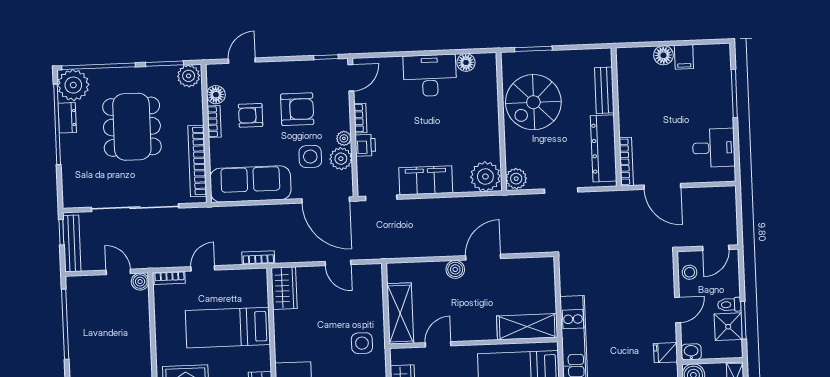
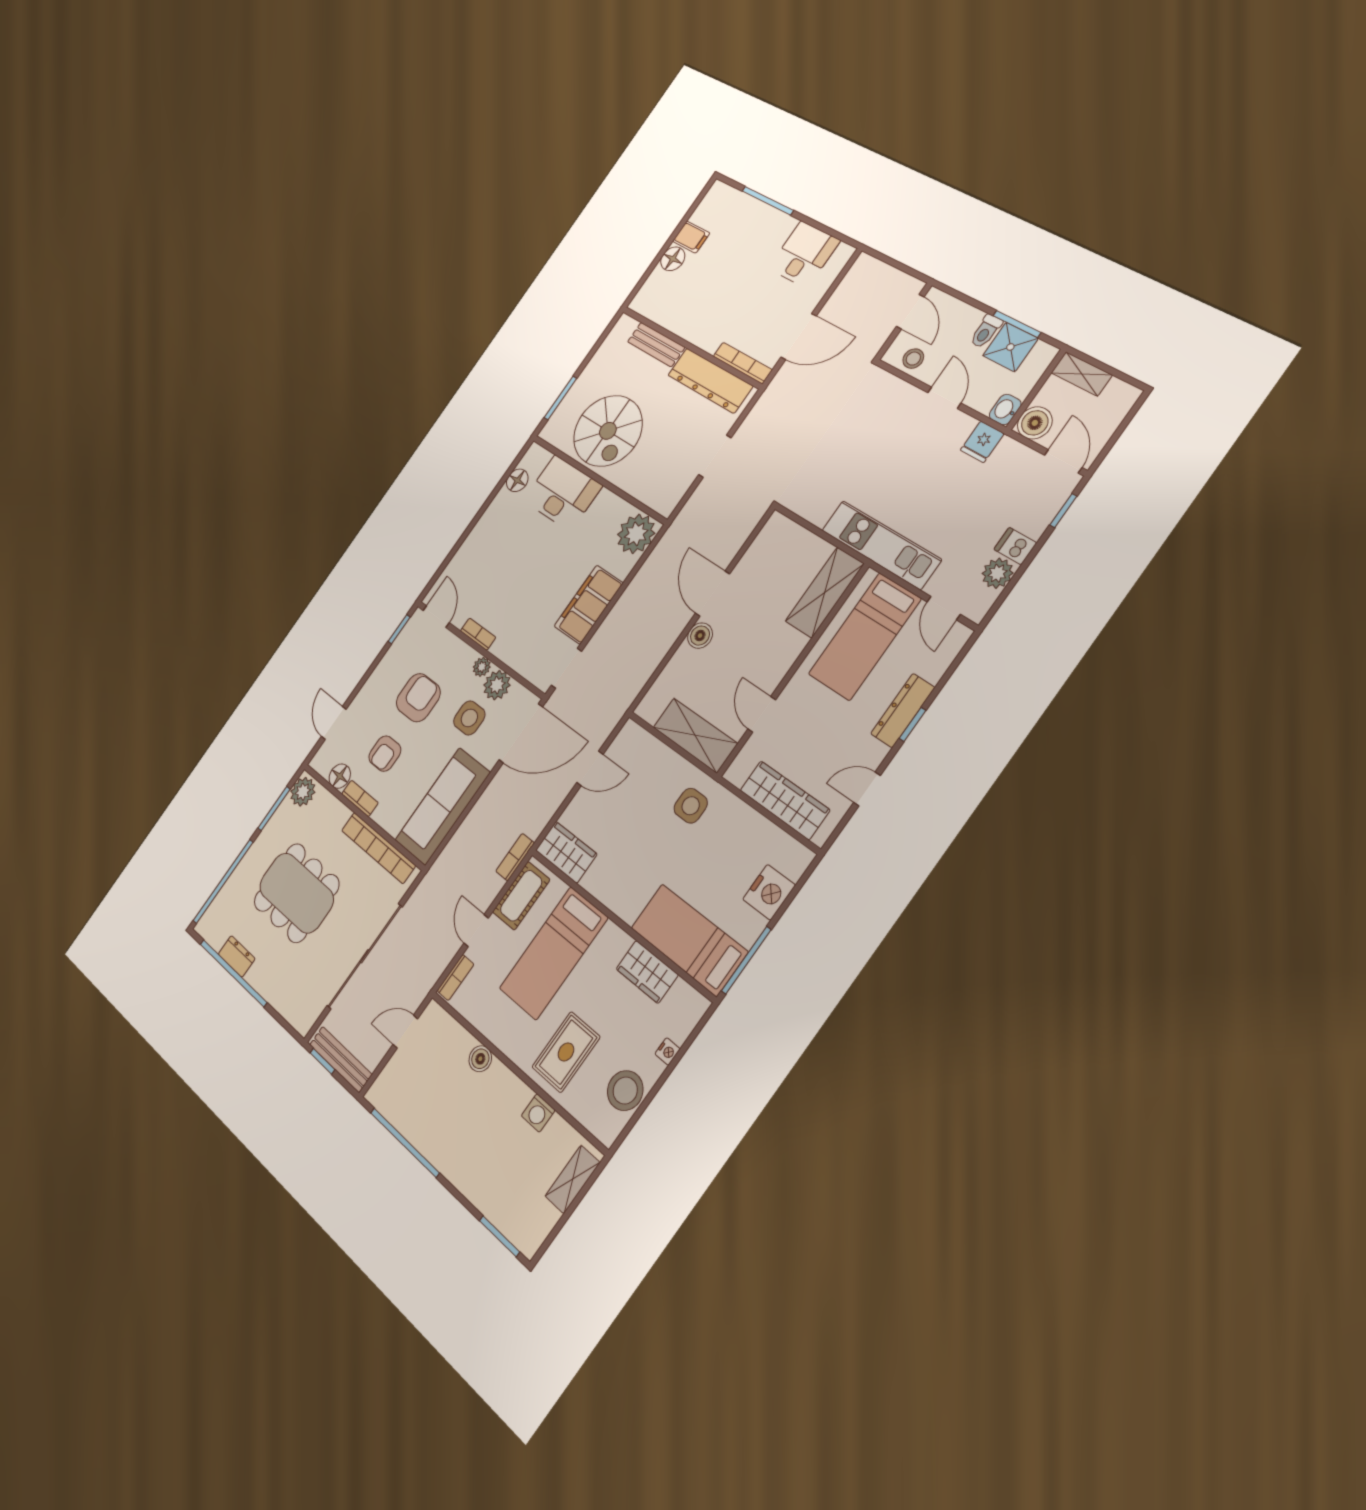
desk: (430, 75) -> (563, 493), moved, turned 90
plant: (73, 85) -> (217, 923), removed
printer: (365, 145) -> (506, 648), removed
plant: (516, 179) -> (664, 500), removed
cot: (241, 280) -> (521, 896), added
boiler: (140, 282) -> (480, 1059), moved

